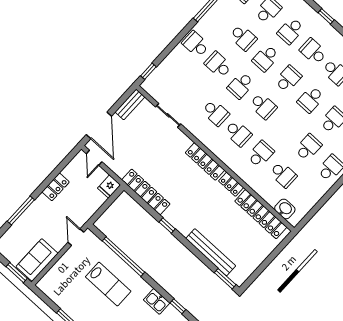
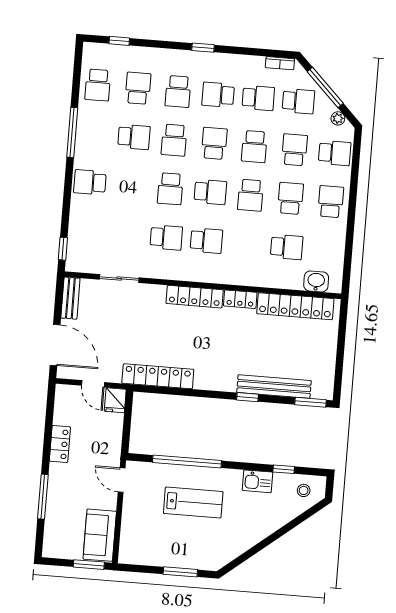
school desk: (218, 65) -> (130, 186), removed
school desk: (261, 154) -> (250, 195), moved, turned 180
door: (94, 158) -> (93, 384), moved
window: (167, 225) -> (248, 397), moved

